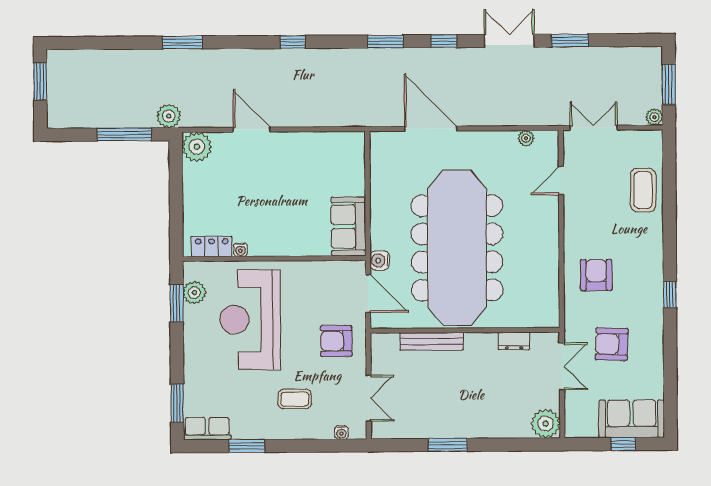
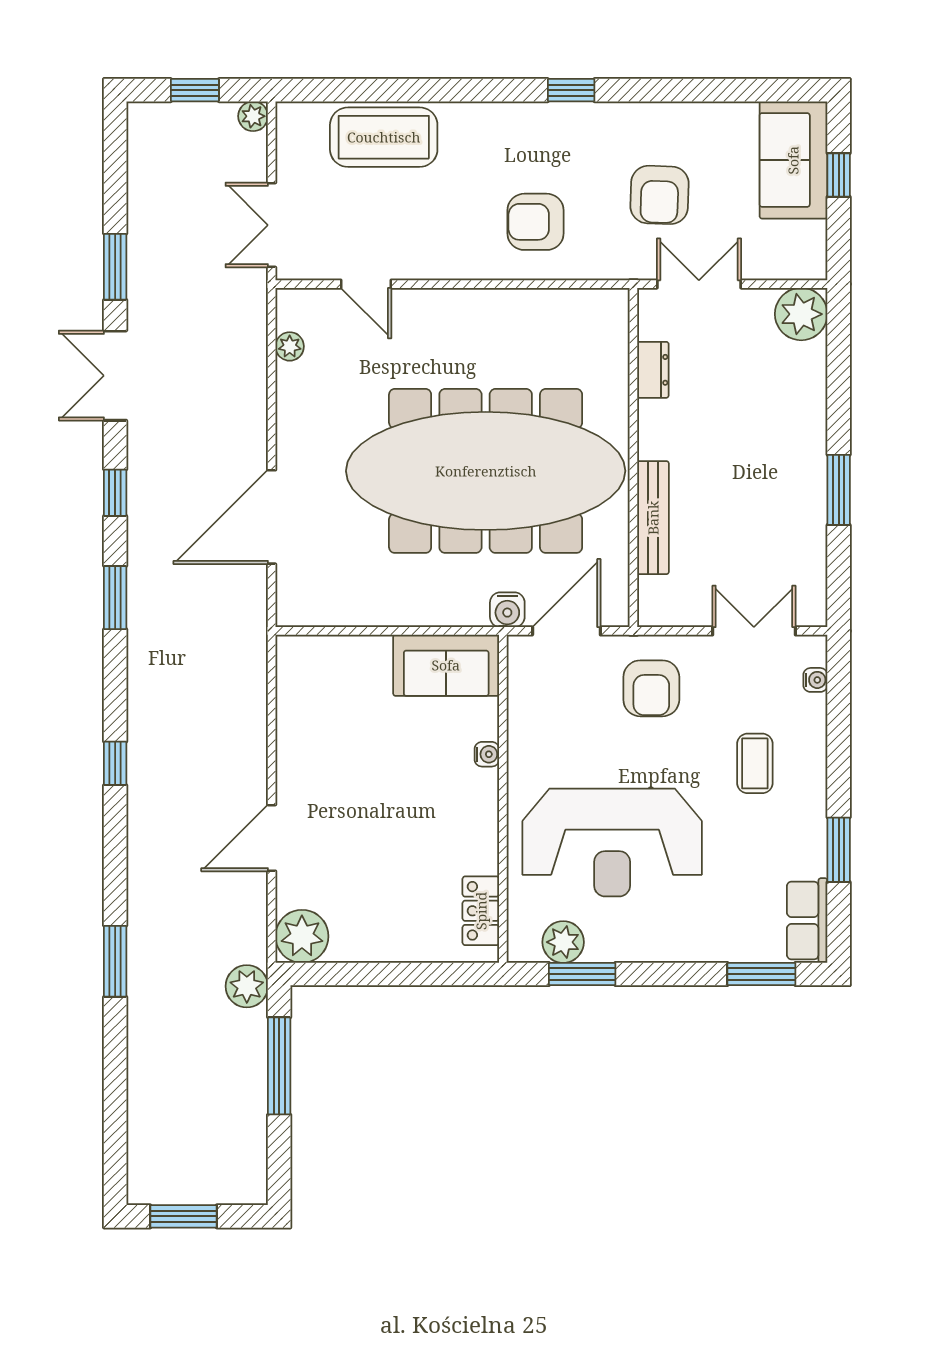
window: (669, 85) -> (195, 90), width x0.67
coffee table: (643, 190) -> (384, 137), width x1.36, depth x1.32
water cooler: (240, 250) -> (487, 754), moved

